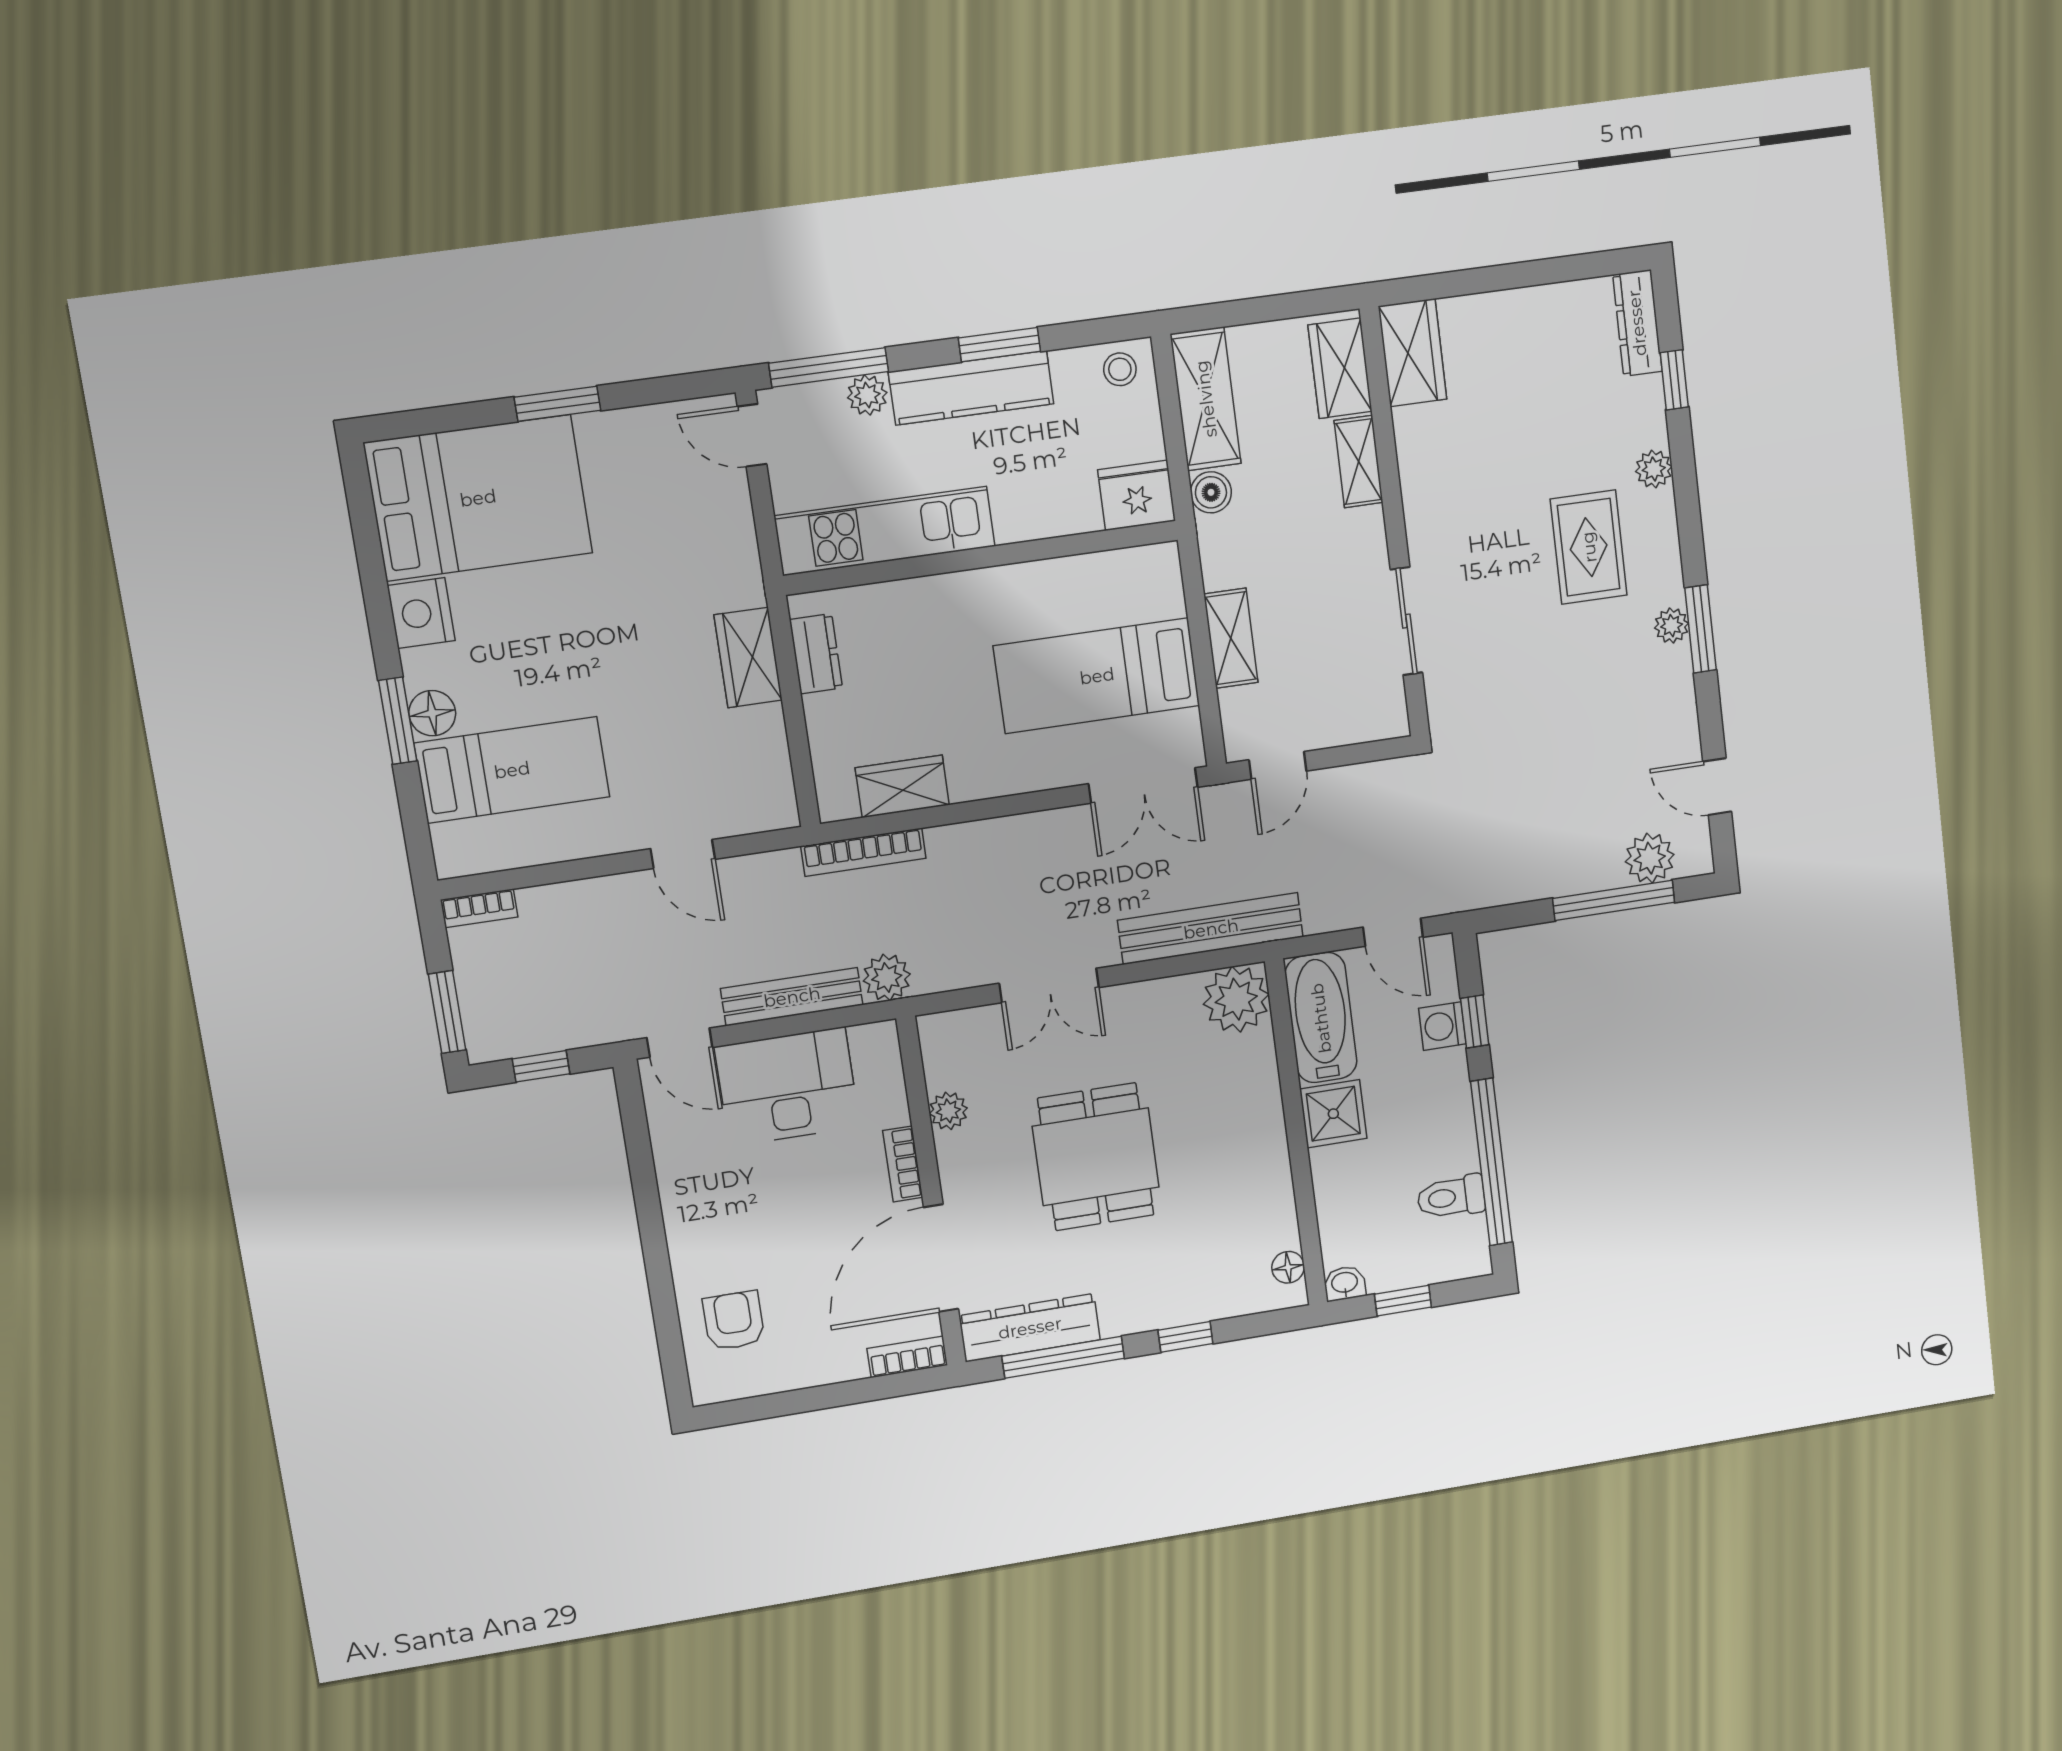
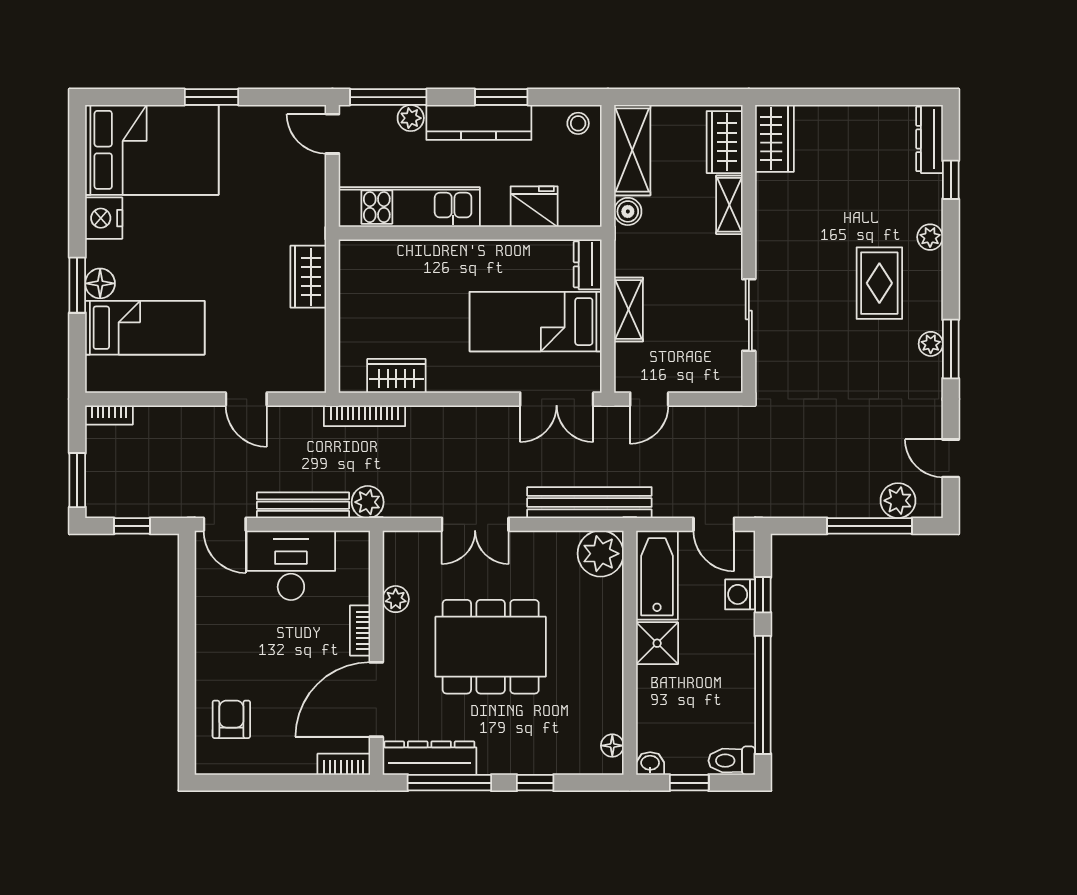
fridge: (1137, 495) -> (534, 207), moved
dresser: (816, 654) -> (588, 264), moved, turned 180
dining table: (1096, 1157) -> (491, 647), width x1.38
toilet: (1451, 1197) -> (732, 761), moved

